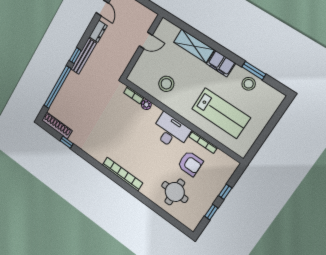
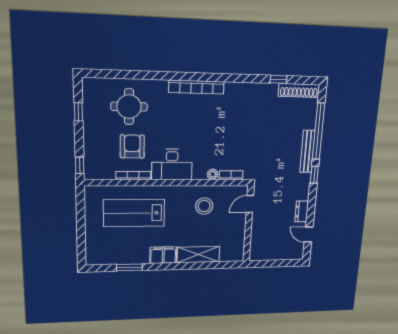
door: (146, 40) -> (250, 204), moved
bench: (84, 56) -> (307, 151), moved
stool: (249, 84) -> (126, 254), removed
armchair: (190, 163) -> (132, 146), turned 90
window: (225, 192) -> (80, 165), moved

